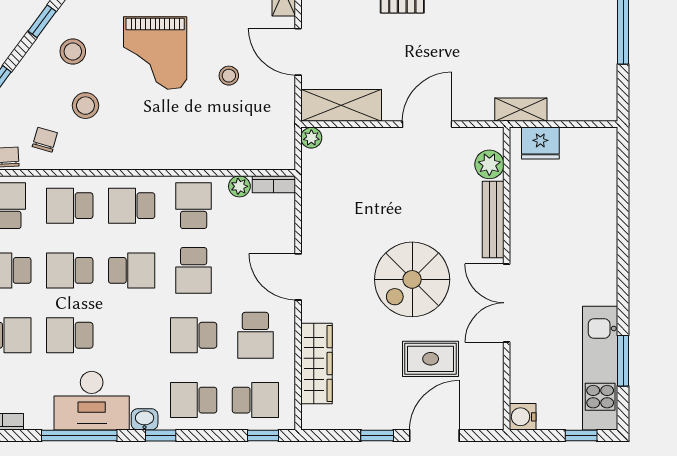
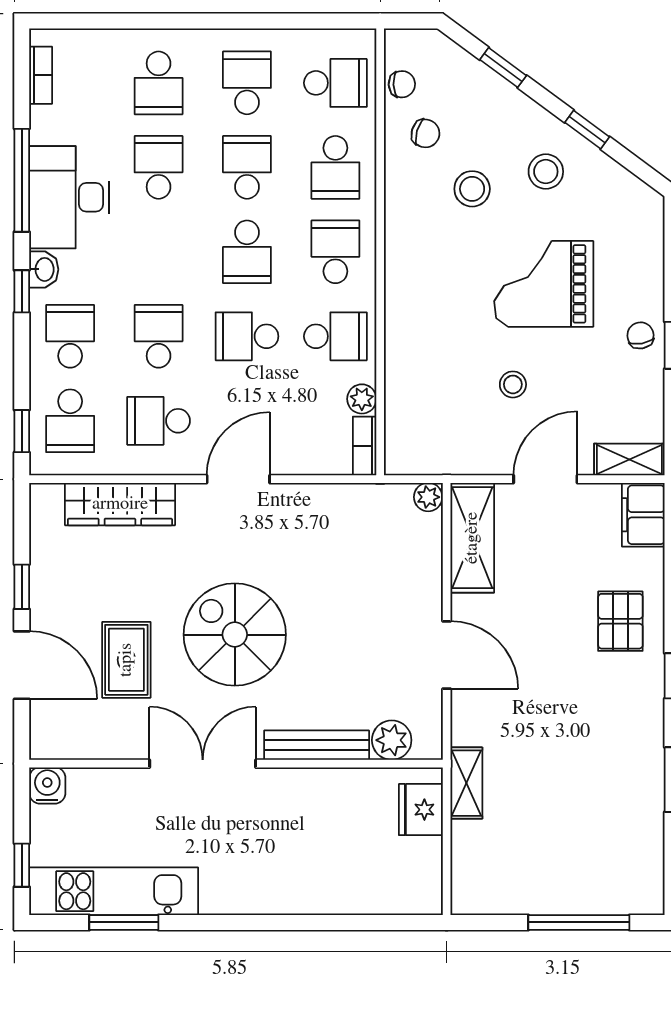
school desk: (70, 206) -> (335, 167), turned 180

